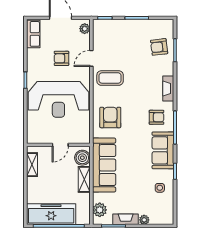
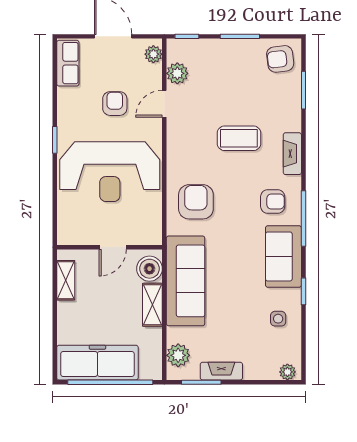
plant: (99, 40) -> (177, 73), added
armchair: (159, 47) -> (280, 59), moved
armchair: (61, 58) -> (115, 104), turned 90
coffee table: (110, 78) -> (239, 138), moved
plant: (144, 220) -> (287, 372), moved

